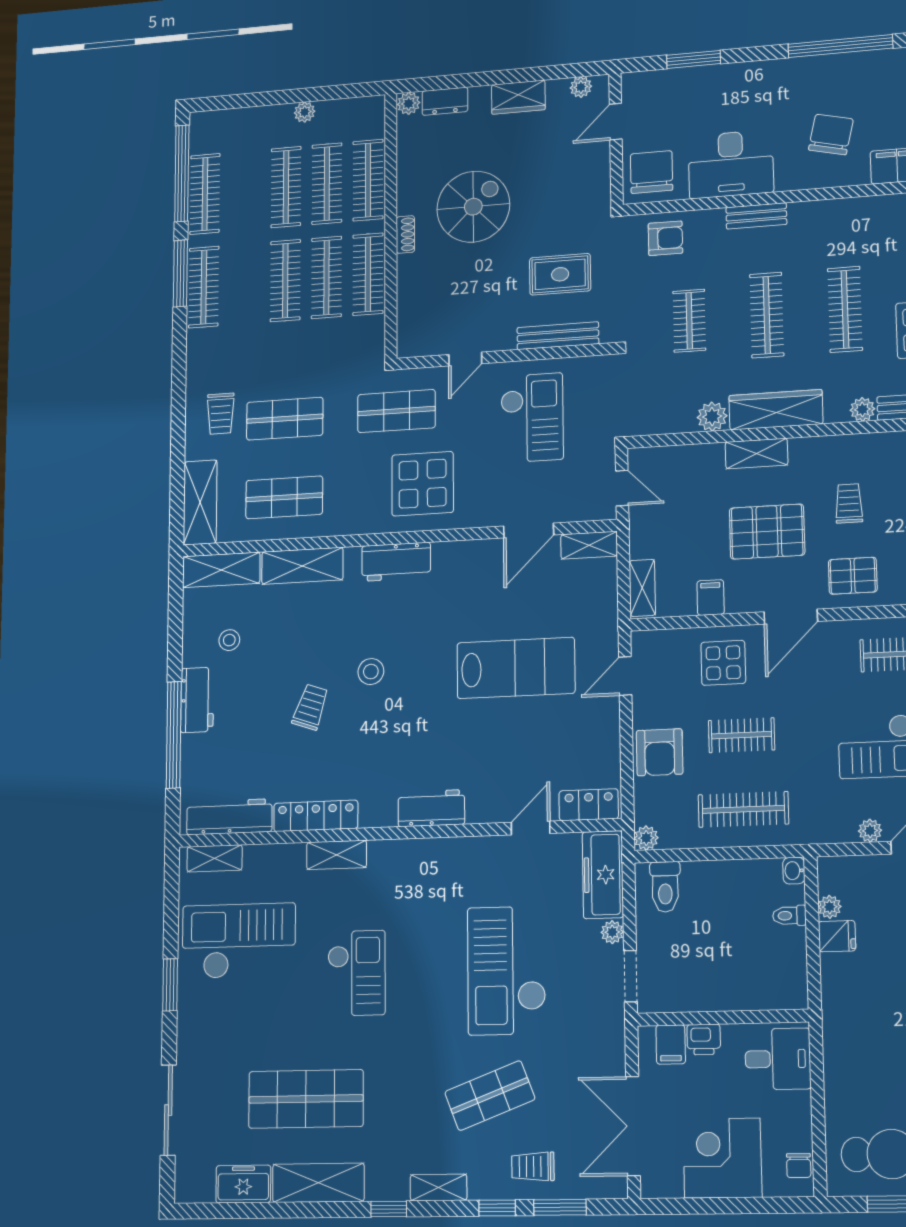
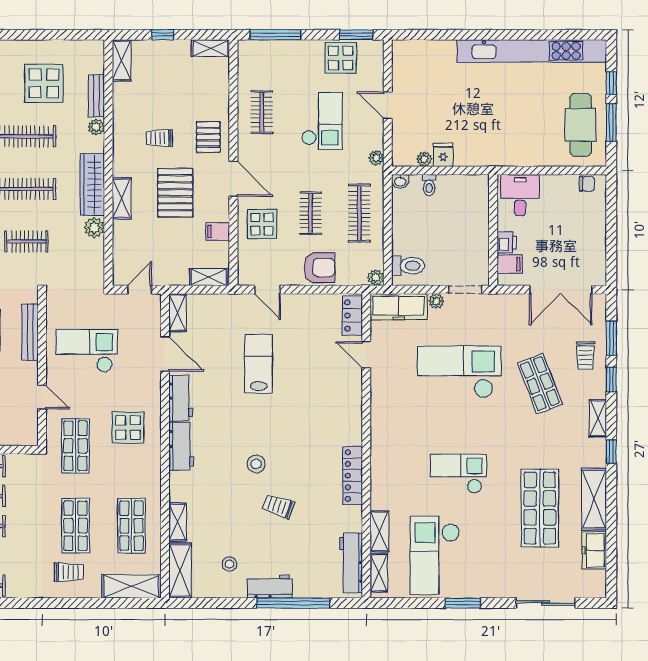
display table: (423, 484) -> (128, 428), width x0.73, depth x0.73
shelving: (302, 566) -> (178, 522), width x0.67, depth x0.75
lab bench: (516, 668) -> (259, 364), width x0.73, depth x0.72
workbench: (431, 808) -> (181, 398), moved, turned 180
locker: (316, 816) -> (353, 476), moved
plant: (870, 831) -> (376, 158), moved
shelving: (337, 855) -> (379, 531), moved
checkout: (507, 970) -> (459, 372), turned 180
corner desk: (722, 1158) -> (582, 232), removed

